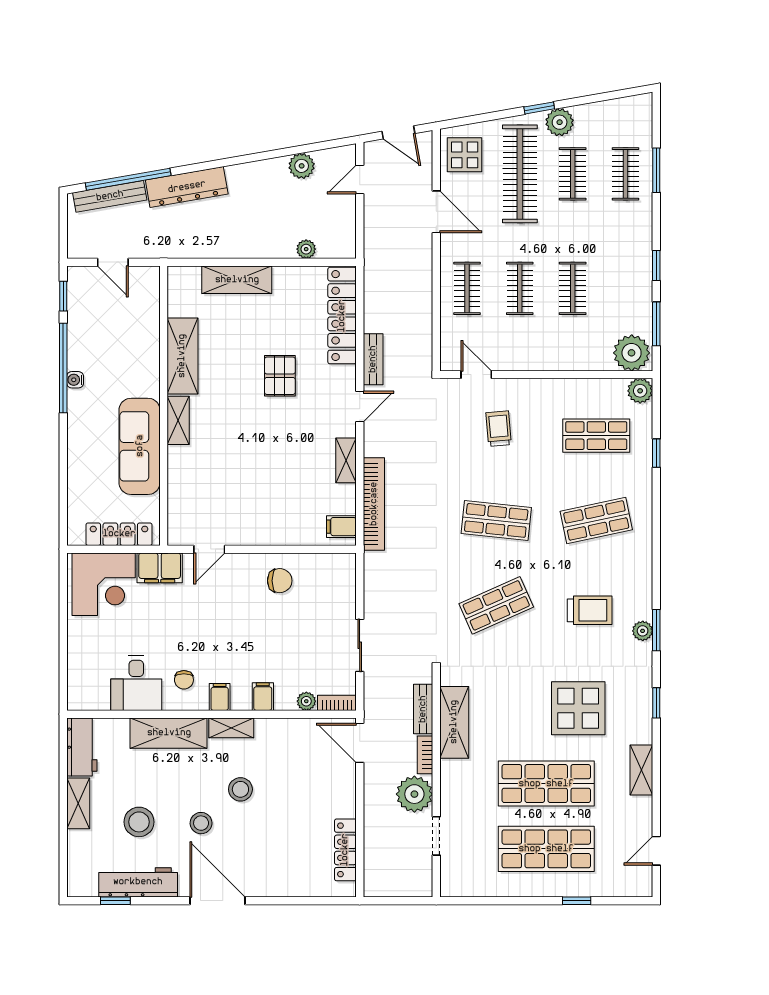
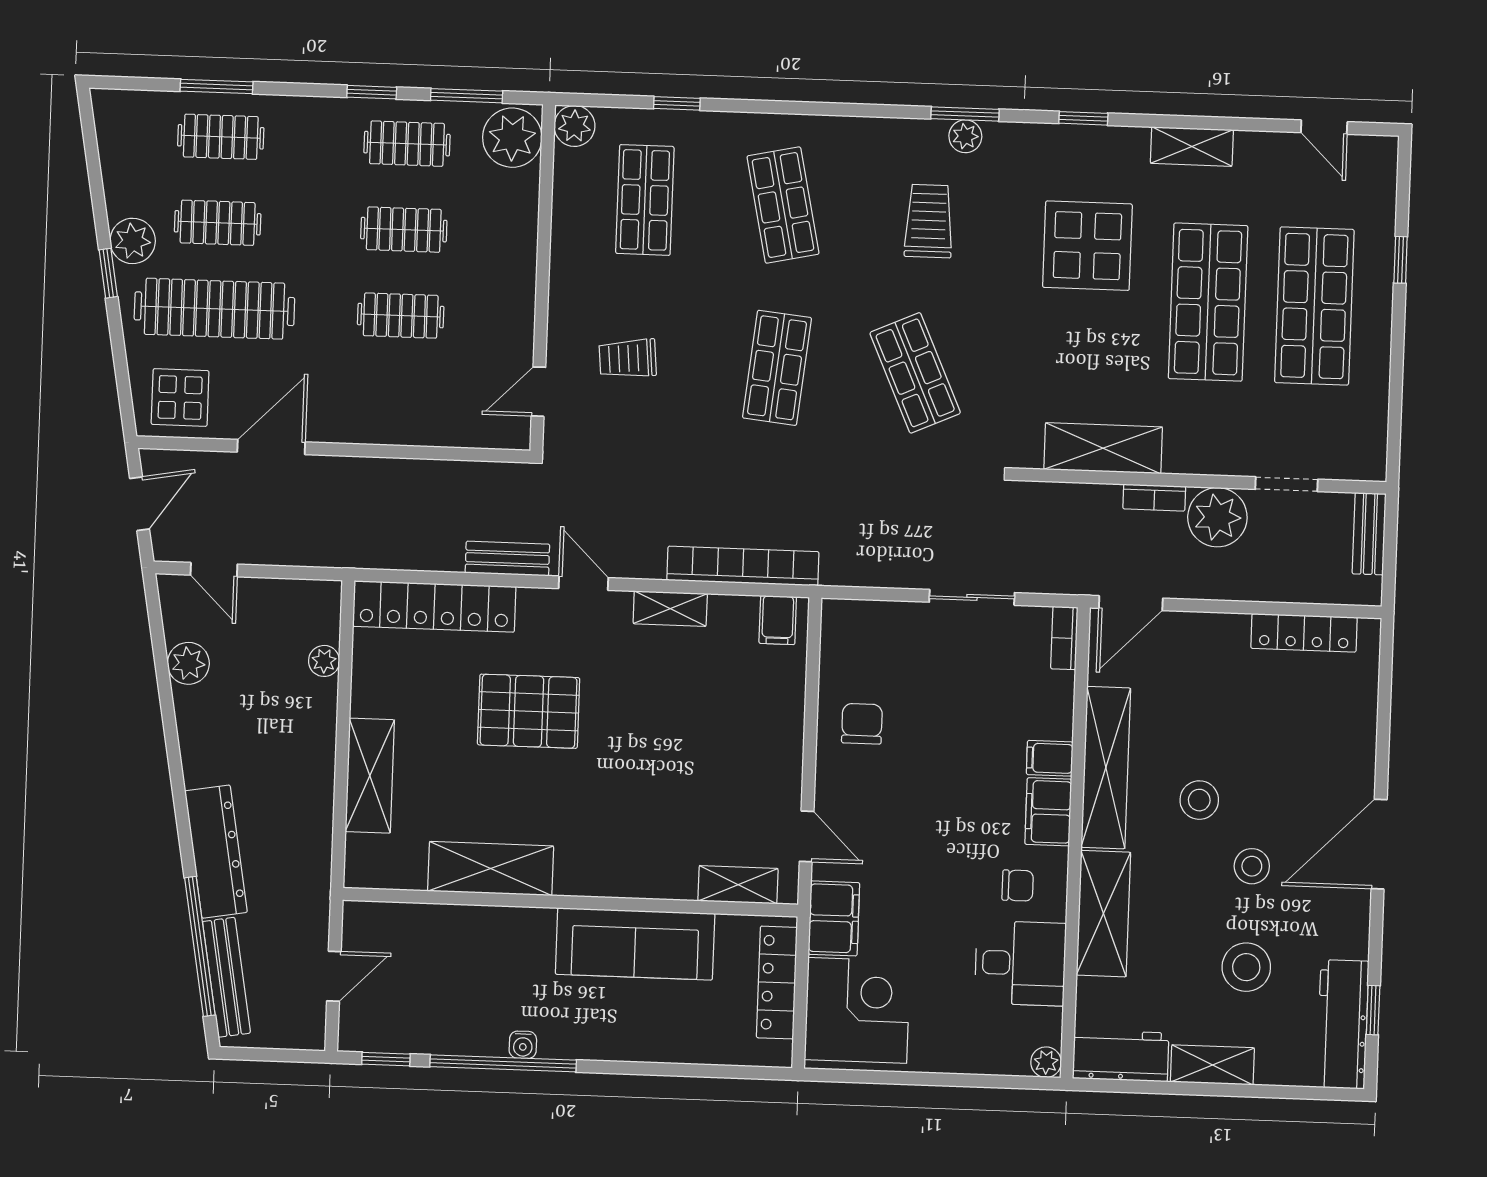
clothes rail: (467, 288) -> (407, 144), moved
pallet: (280, 376) -> (529, 711), width x1.50, depth x1.42
shelving: (178, 420) -> (738, 885), moved
filing cabinet: (220, 697) -> (1048, 812), width x2.00
plant: (306, 701) -> (1046, 1062), moved
bench: (423, 709) -> (1369, 534), moved, turned 90
shelving: (231, 728) -> (1106, 768), width x2.20, depth x1.33
workbench: (138, 882) -> (1343, 1024), moved

